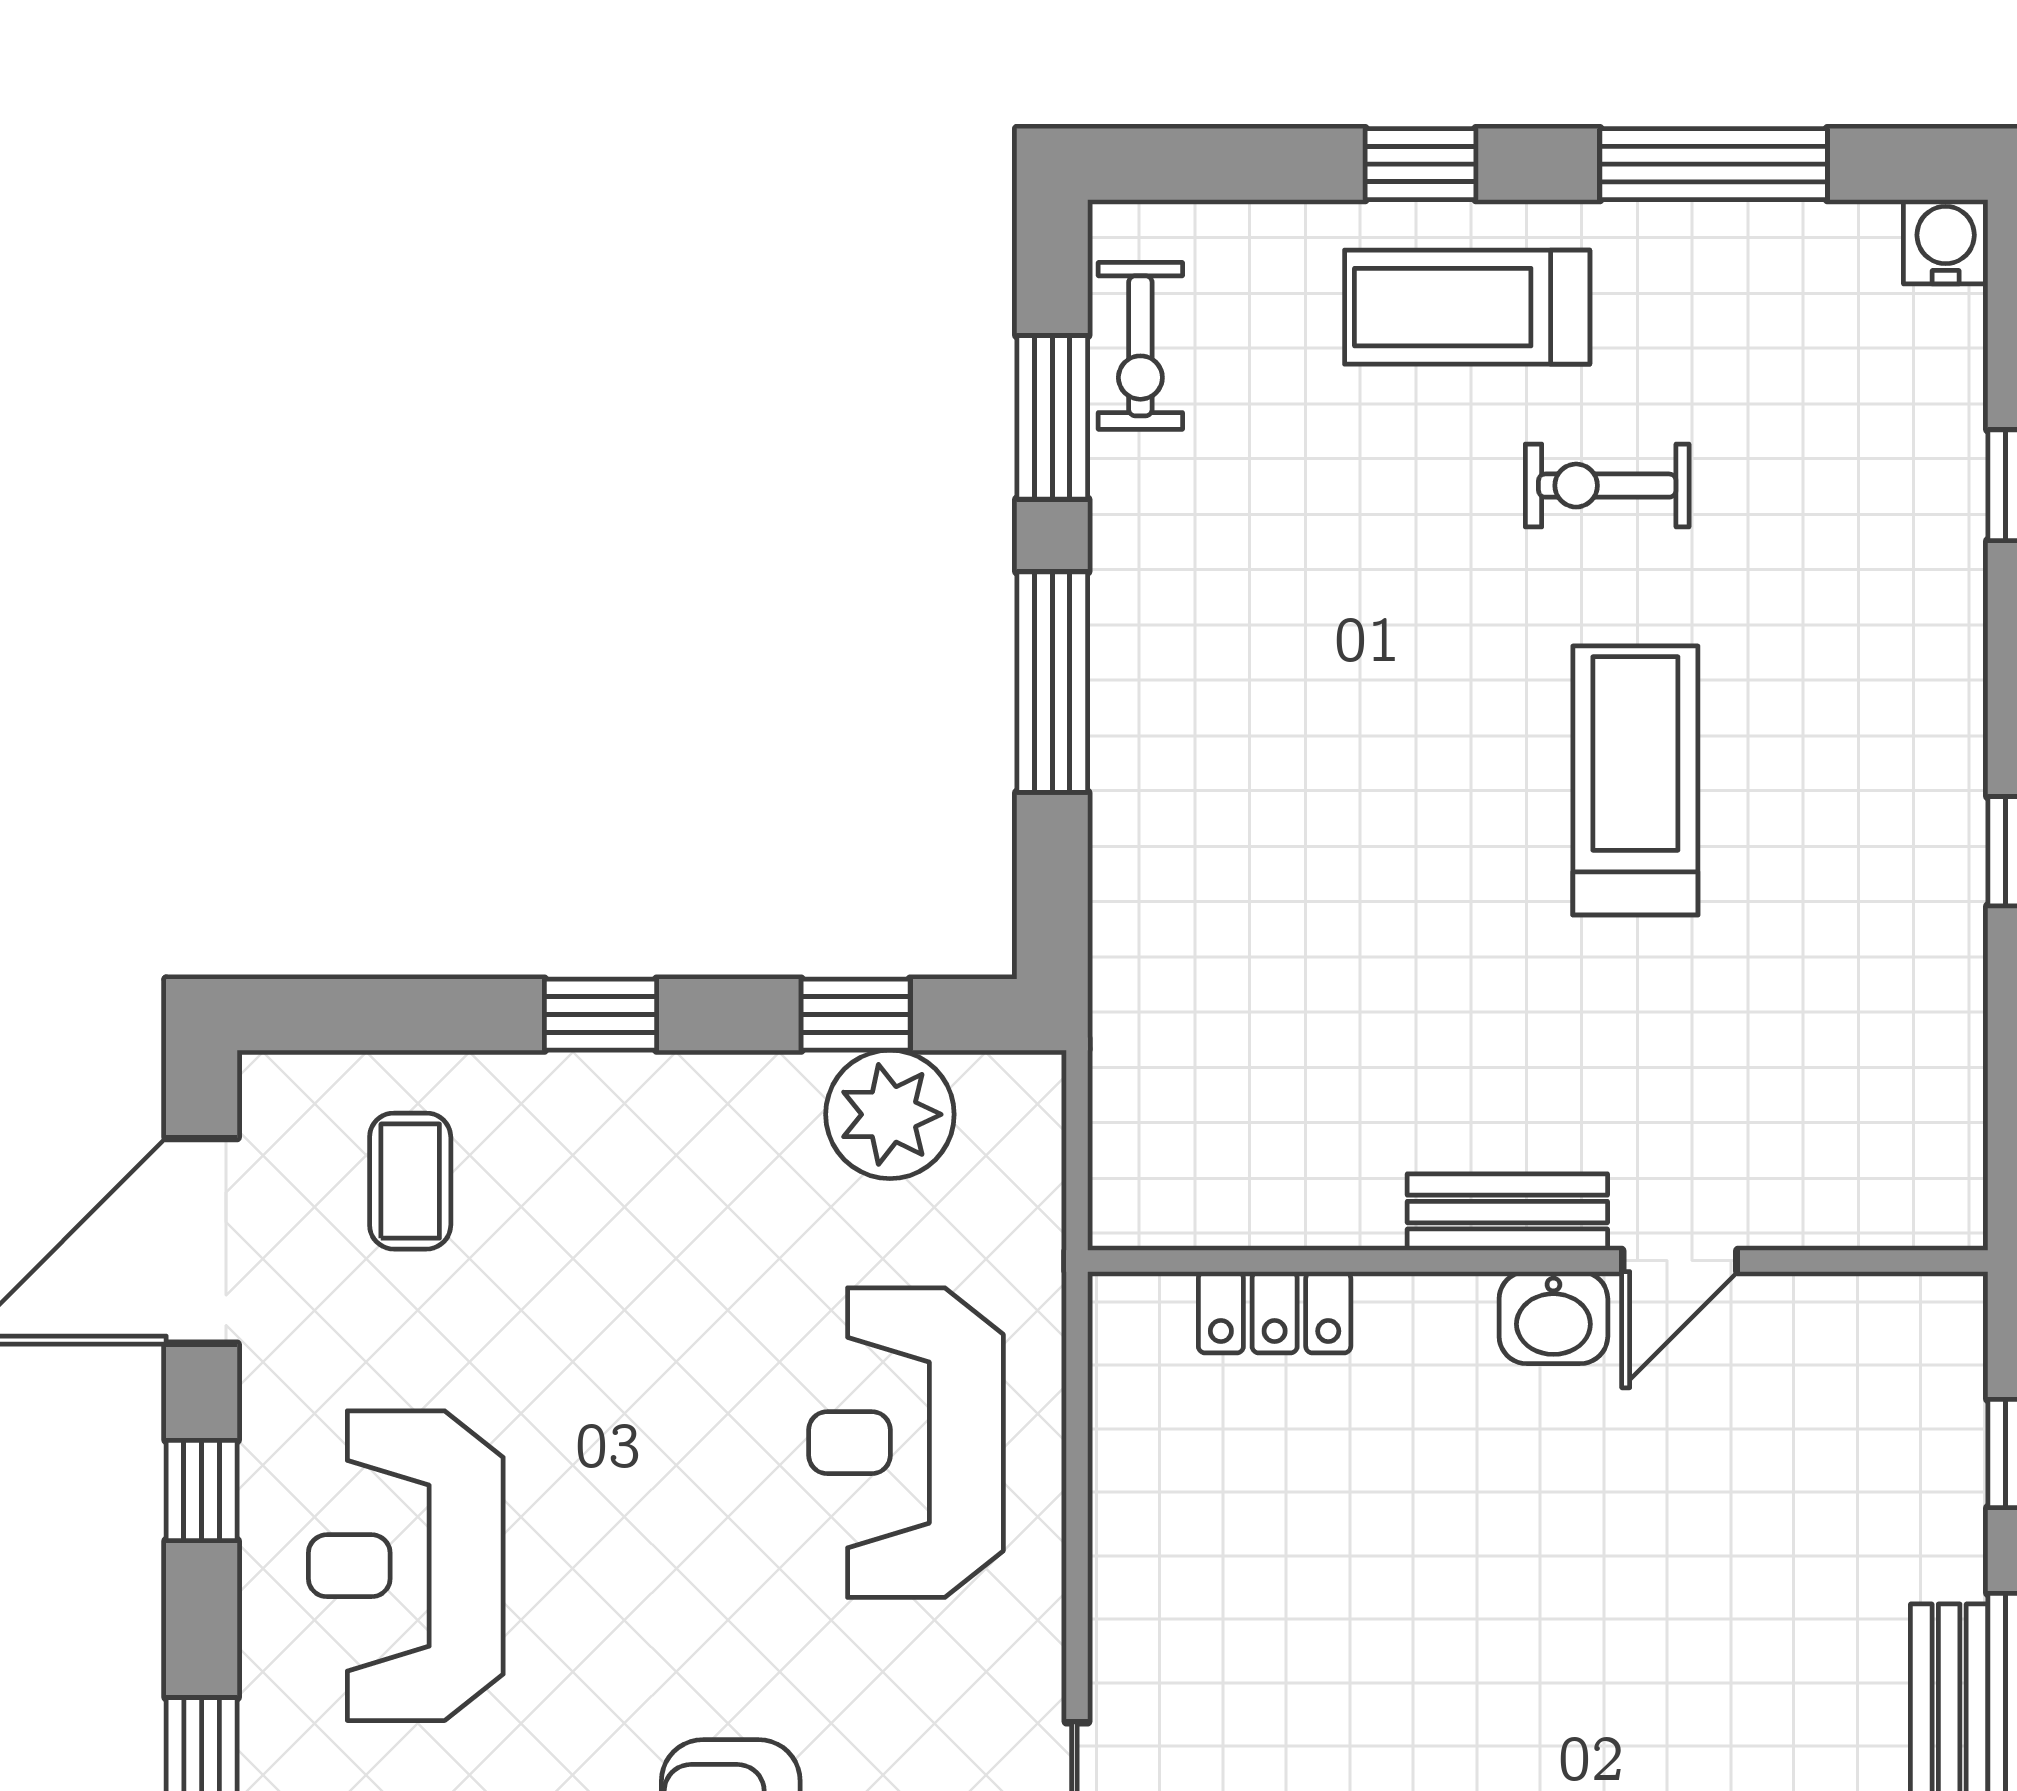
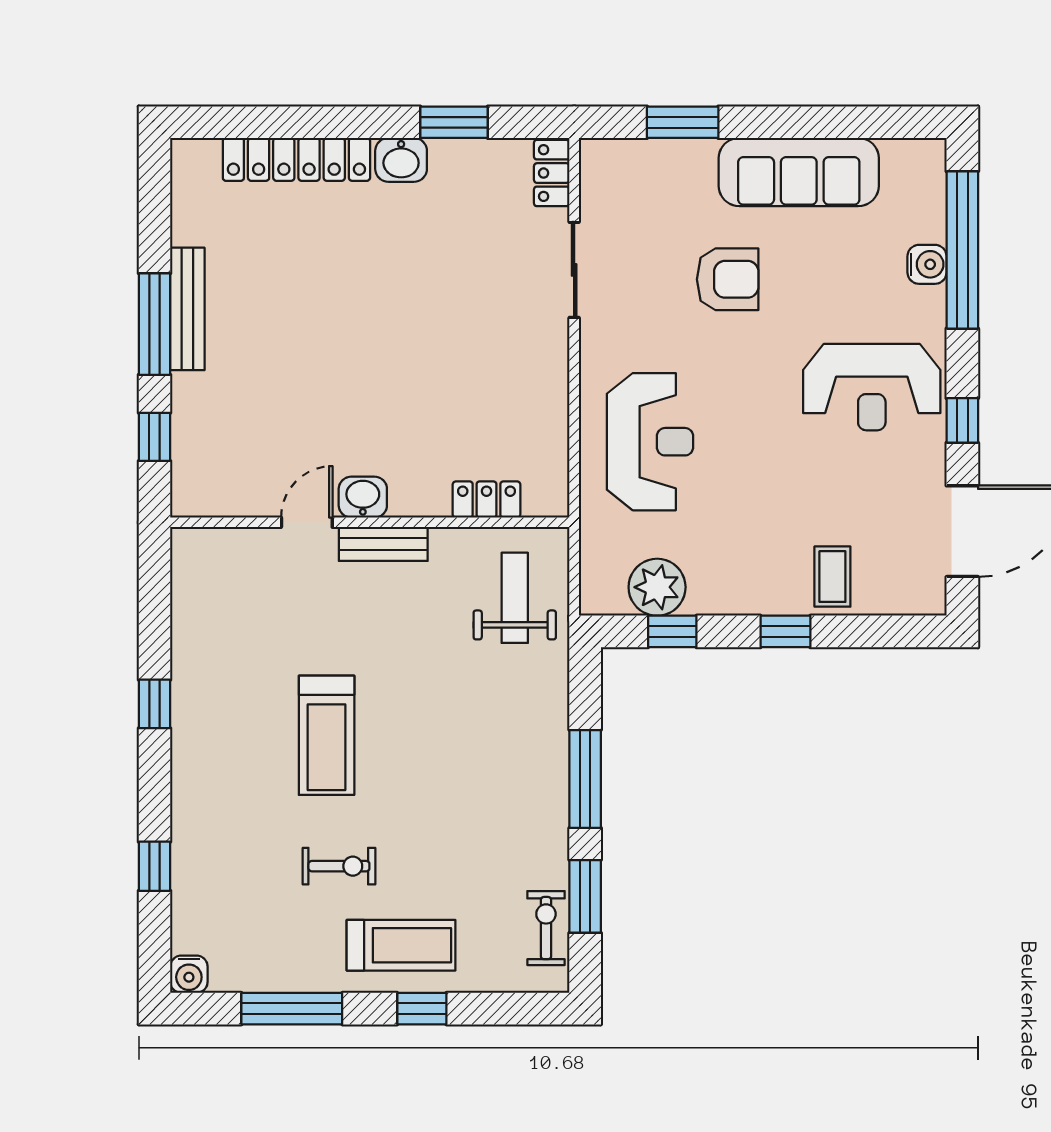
weight bench: (1211, 1090) -> (515, 598), added
coffee table: (410, 1181) -> (832, 577), moved
reception desk: (406, 1566) -> (872, 387), turned 90

